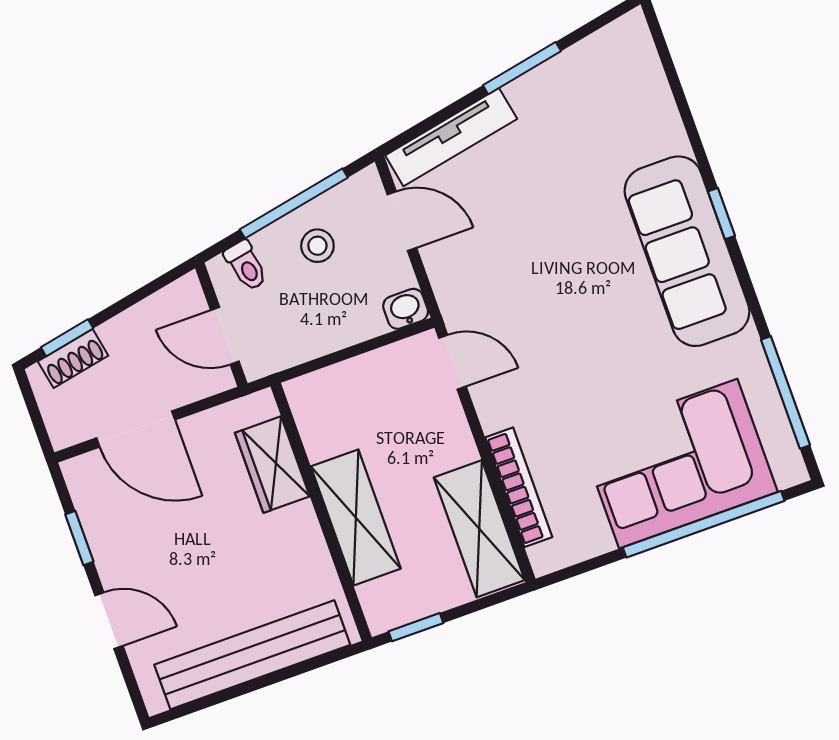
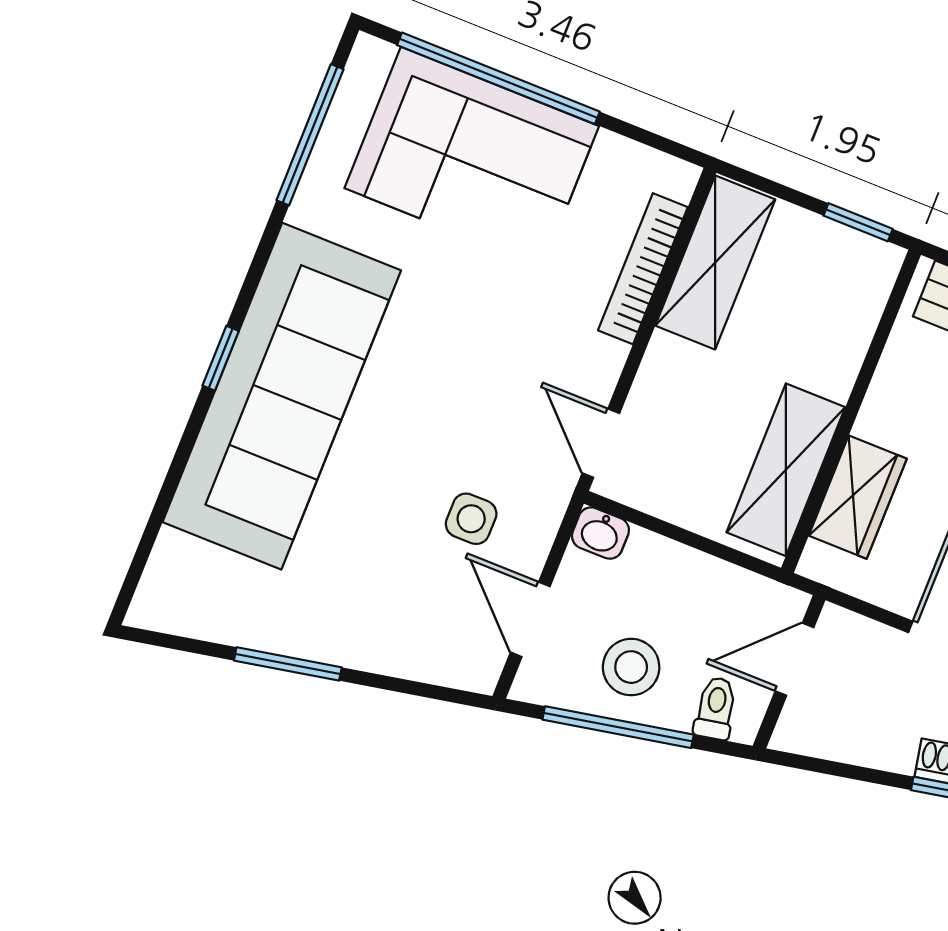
tv unit: (451, 137) -> (413, 658), removed
stool: (317, 246) -> (631, 667), width x1.37, depth x1.37
side table: (489, 250) -> (471, 519), added
sofa: (687, 251) -> (282, 396), width x1.36, depth x1.27
door: (225, 336) -> (795, 659), swing flipped
shelving: (356, 517) -> (786, 470), moved

